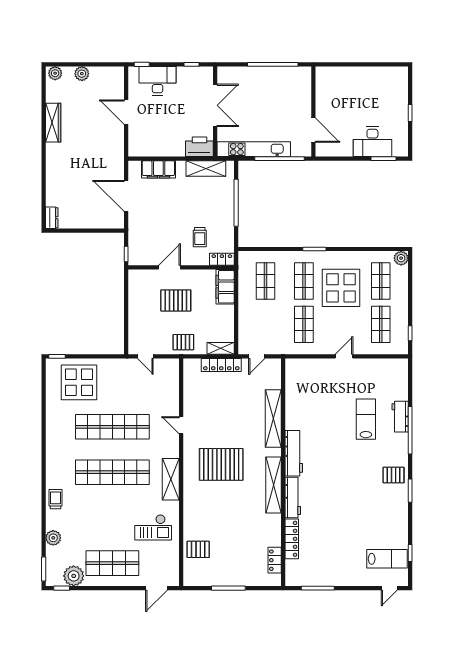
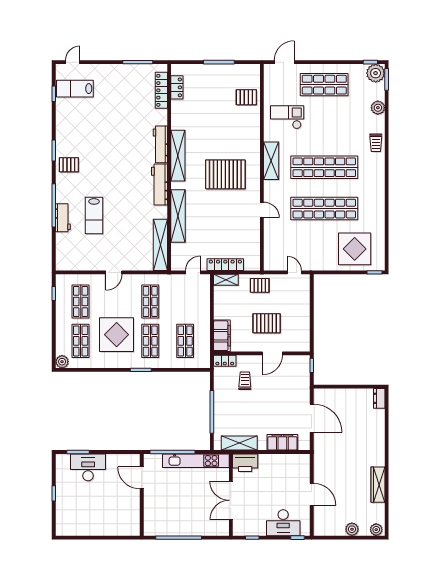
shelving: (293, 387) -> (160, 245), added
locker: (292, 539) -> (161, 90), moved
plant: (74, 576) -> (376, 73), moved

